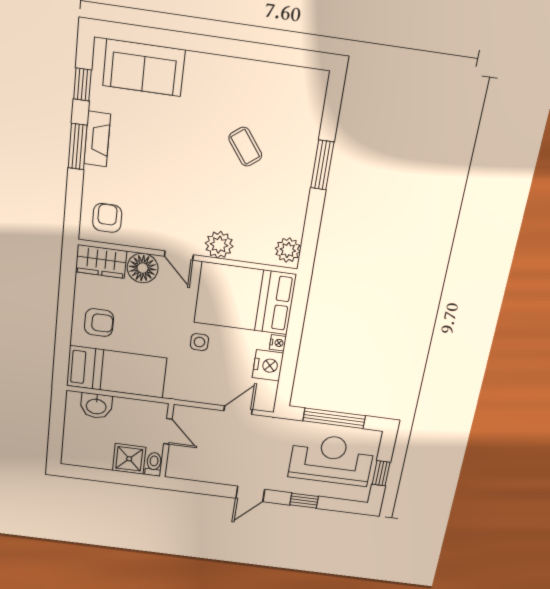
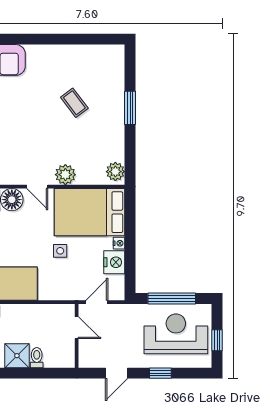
door: (168, 431) -> (77, 328), moved
wall: (167, 441) -> (77, 336), moved

